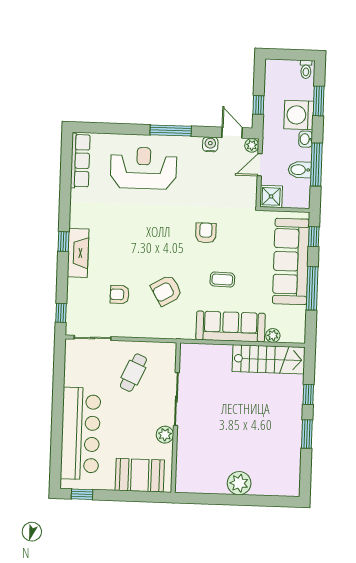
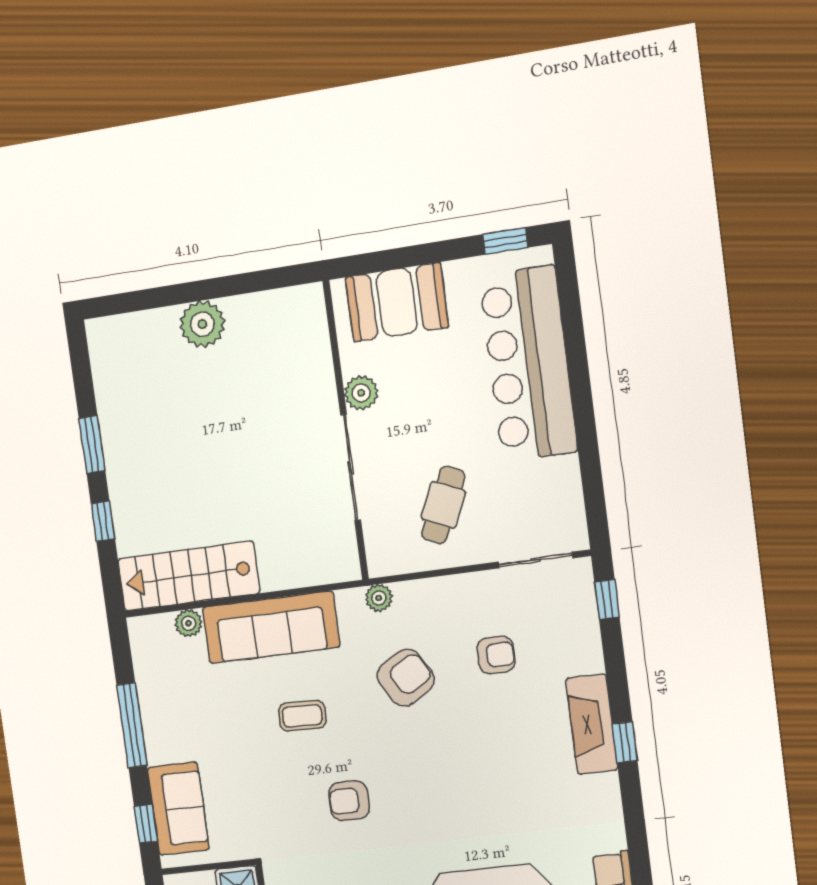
armchair: (206, 233) -> (349, 801), turned 90
sofa: (291, 261) -> (178, 809), width x0.54, depth x0.79
plant: (173, 332) -> (379, 598), added

